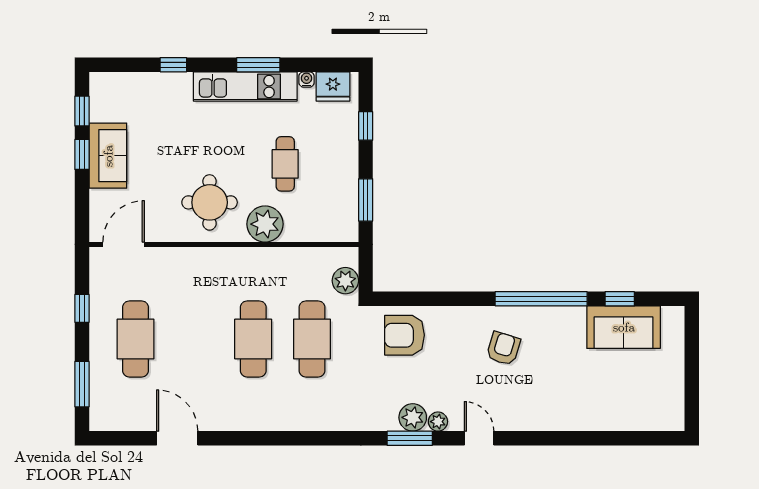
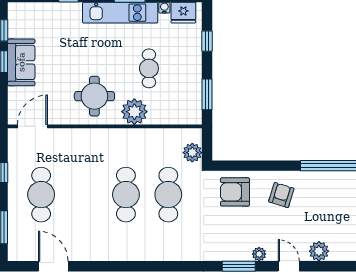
armchair: (503, 349) -> (281, 195), moved
plant: (413, 417) -> (319, 251), moved
door: (177, 438) -> (53, 266), moved

